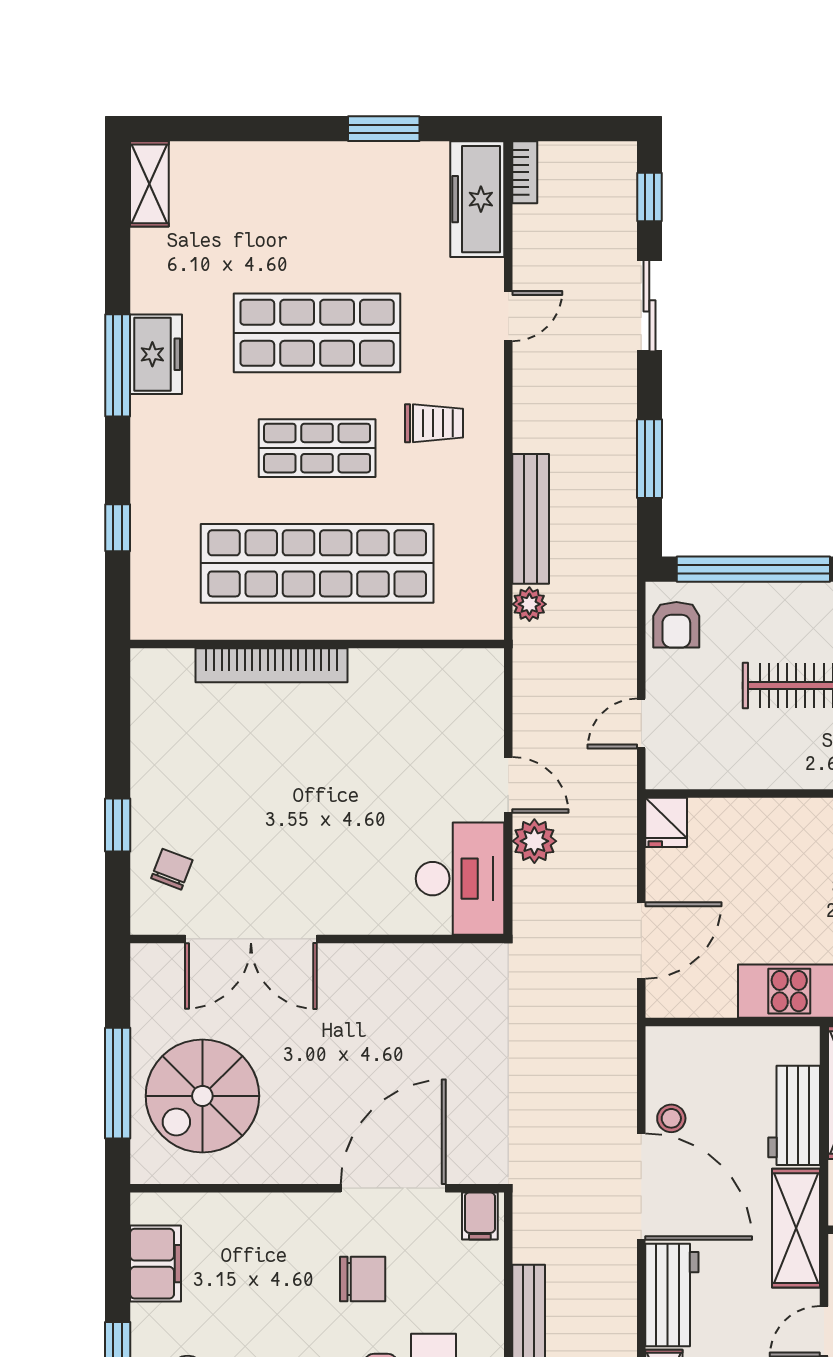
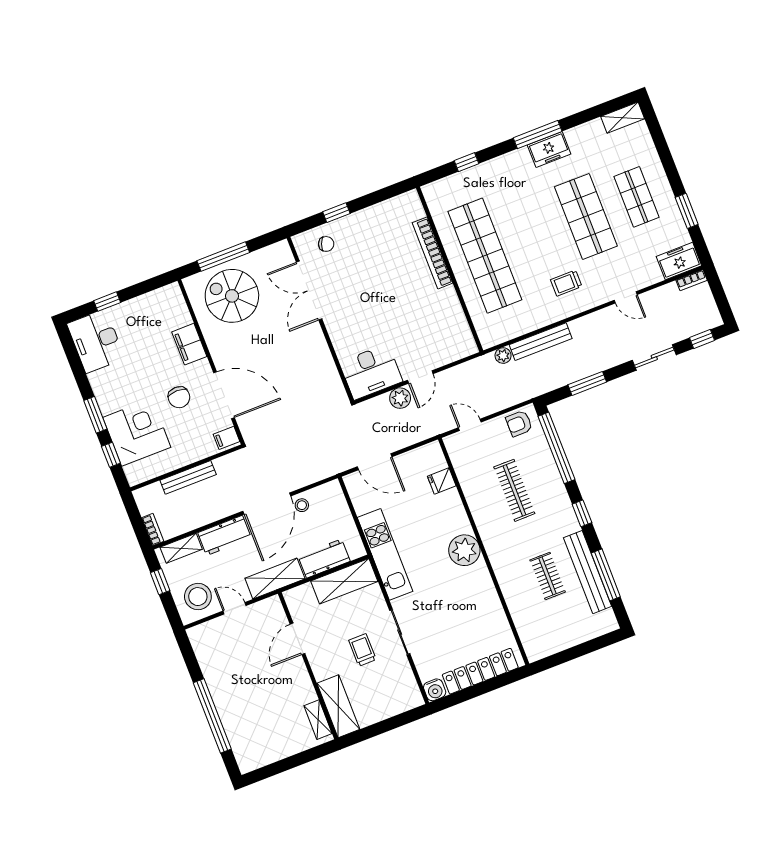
freezer: (477, 199) -> (679, 261), width x0.71
trolley: (434, 423) -> (566, 283), turned 90
shop shelf: (317, 448) -> (636, 197), moved
fridge: (666, 822) -> (442, 481), moved
filing cabinet: (156, 1264) -> (189, 344), moved, turned 90

